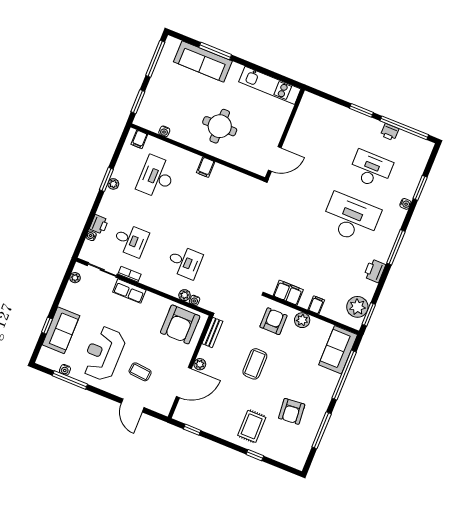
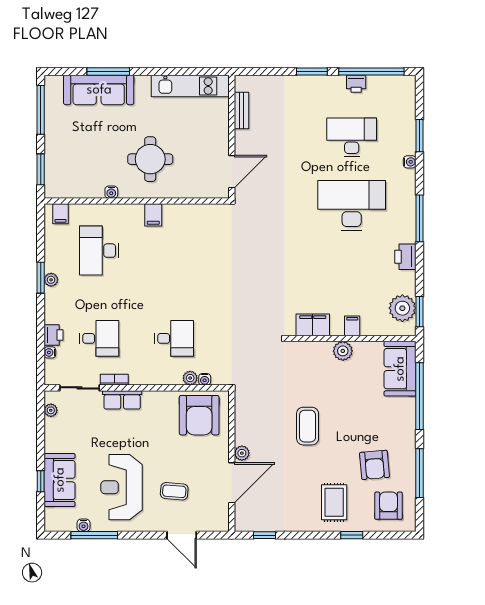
water cooler: (164, 131) -> (111, 192), moved
armchair: (274, 321) -> (389, 506), moved
bench: (212, 332) -> (241, 110), moved

